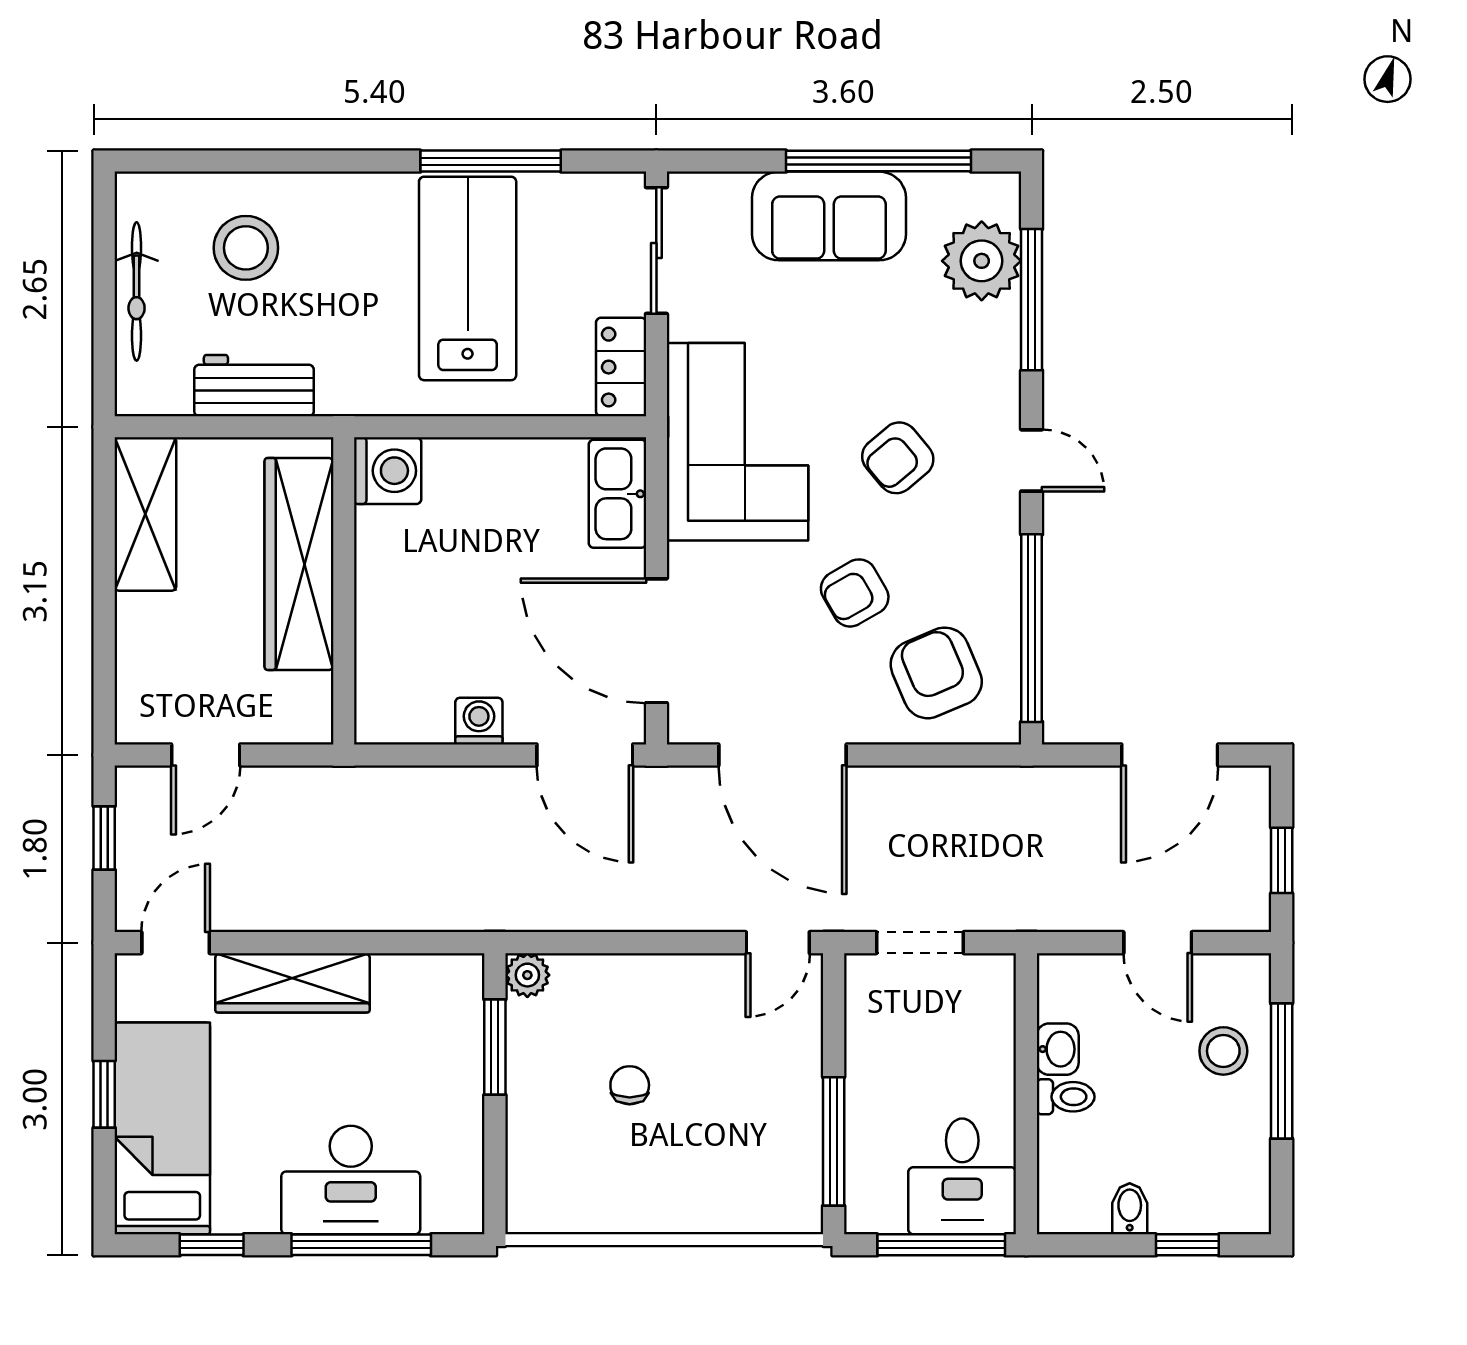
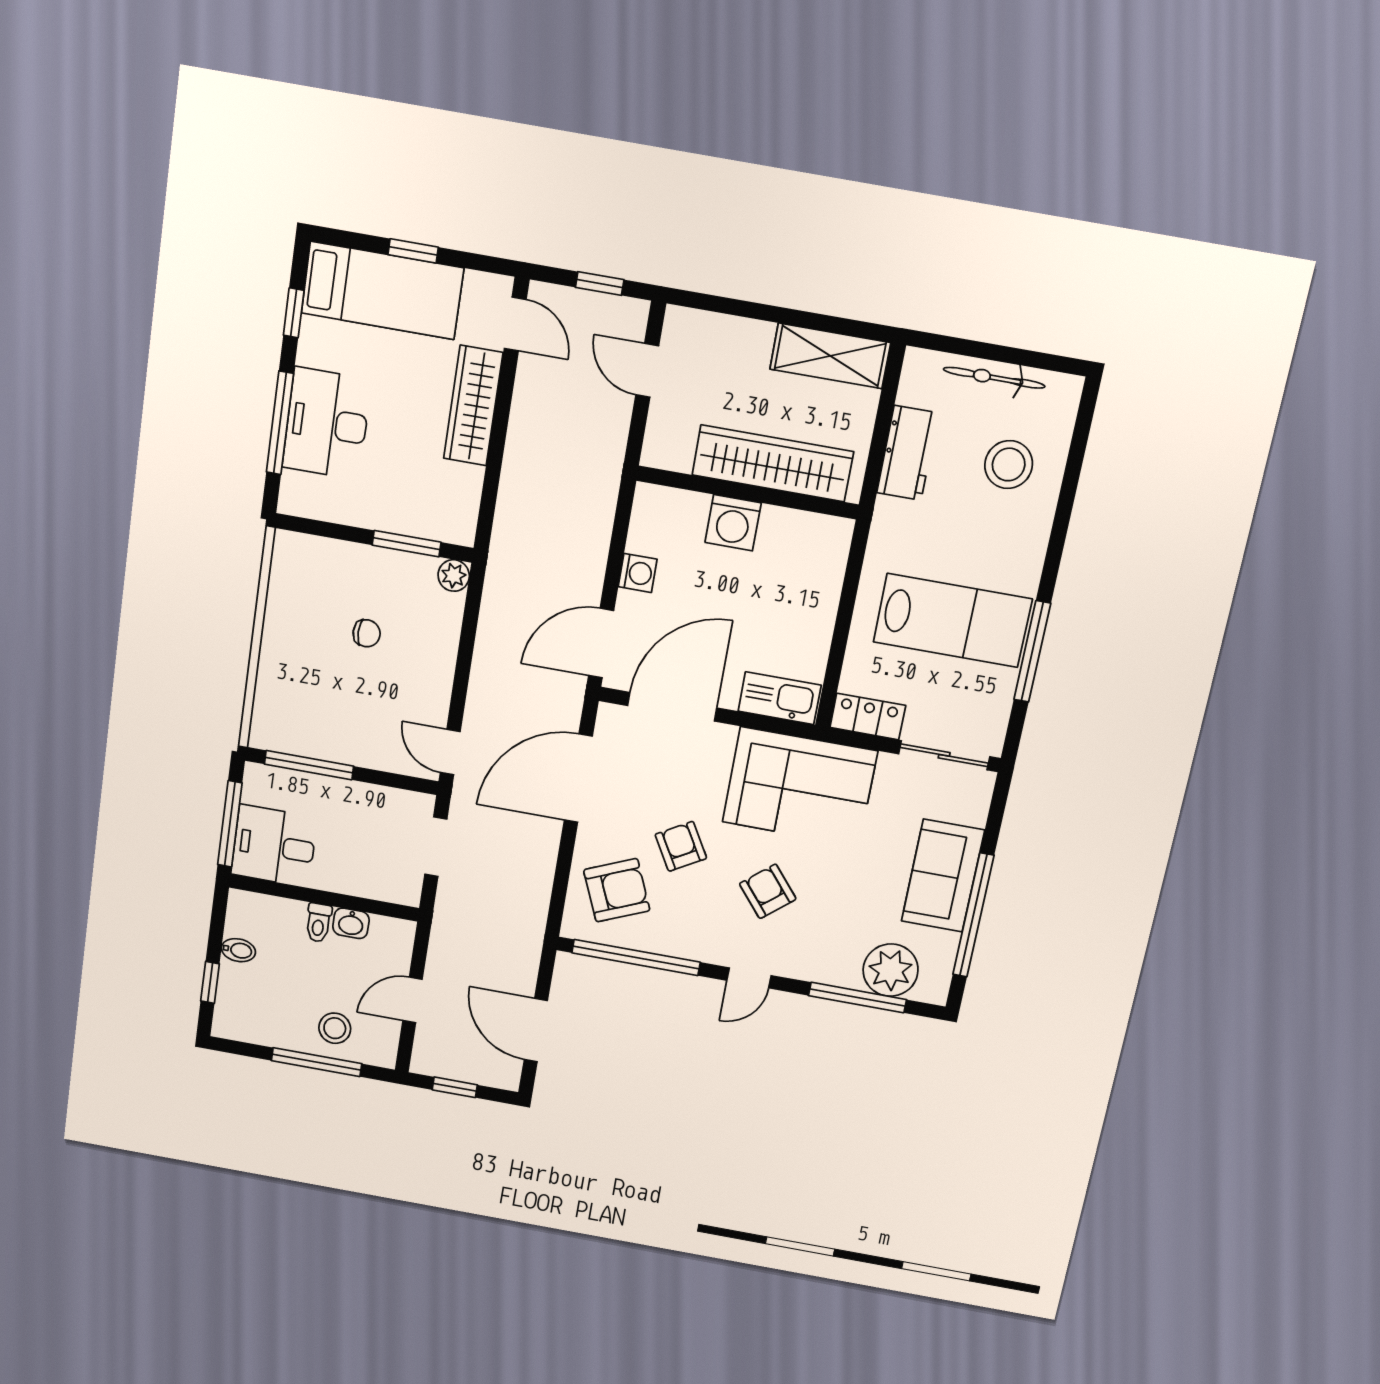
washing machine: (388, 471) -> (733, 523), moved

